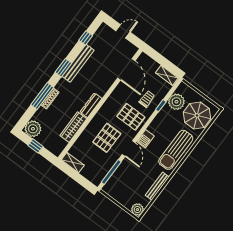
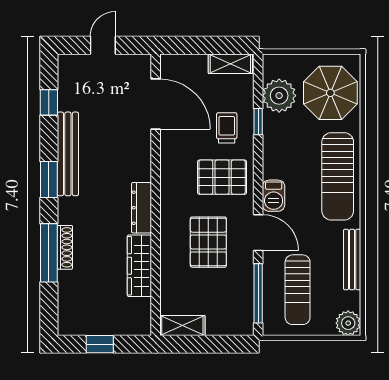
plant: (33, 129) -> (74, 319), removed
sun lounger: (128, 182) -> (298, 290), added

